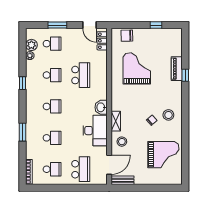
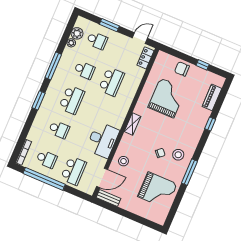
door: (90, 25) -> (140, 38), swing flipped
chair: (127, 36) -> (182, 69), moved
piano: (177, 69) -> (212, 97), moved
window: (23, 83) -> (53, 66), width x2.17
school desk: (52, 106) -> (72, 100), width x1.85
washbasin: (101, 107) -> (118, 120), removed
shelving: (116, 121) -> (133, 124), moved
window: (185, 126) -> (190, 172), added
window: (23, 132) -> (39, 100), moved
window: (58, 188) -> (44, 179), added

